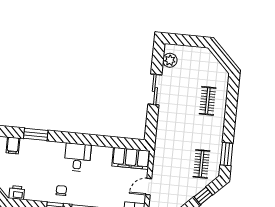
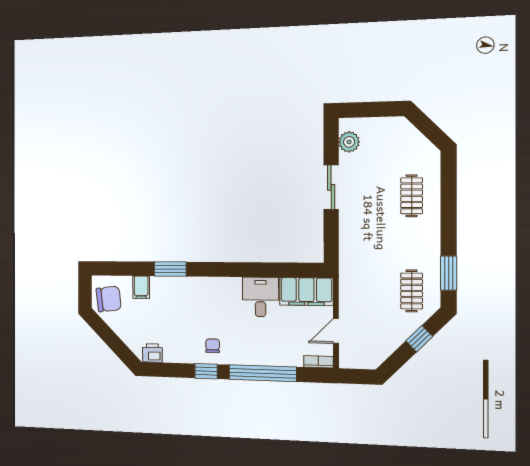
desk: (78, 157) -> (261, 297), moved

